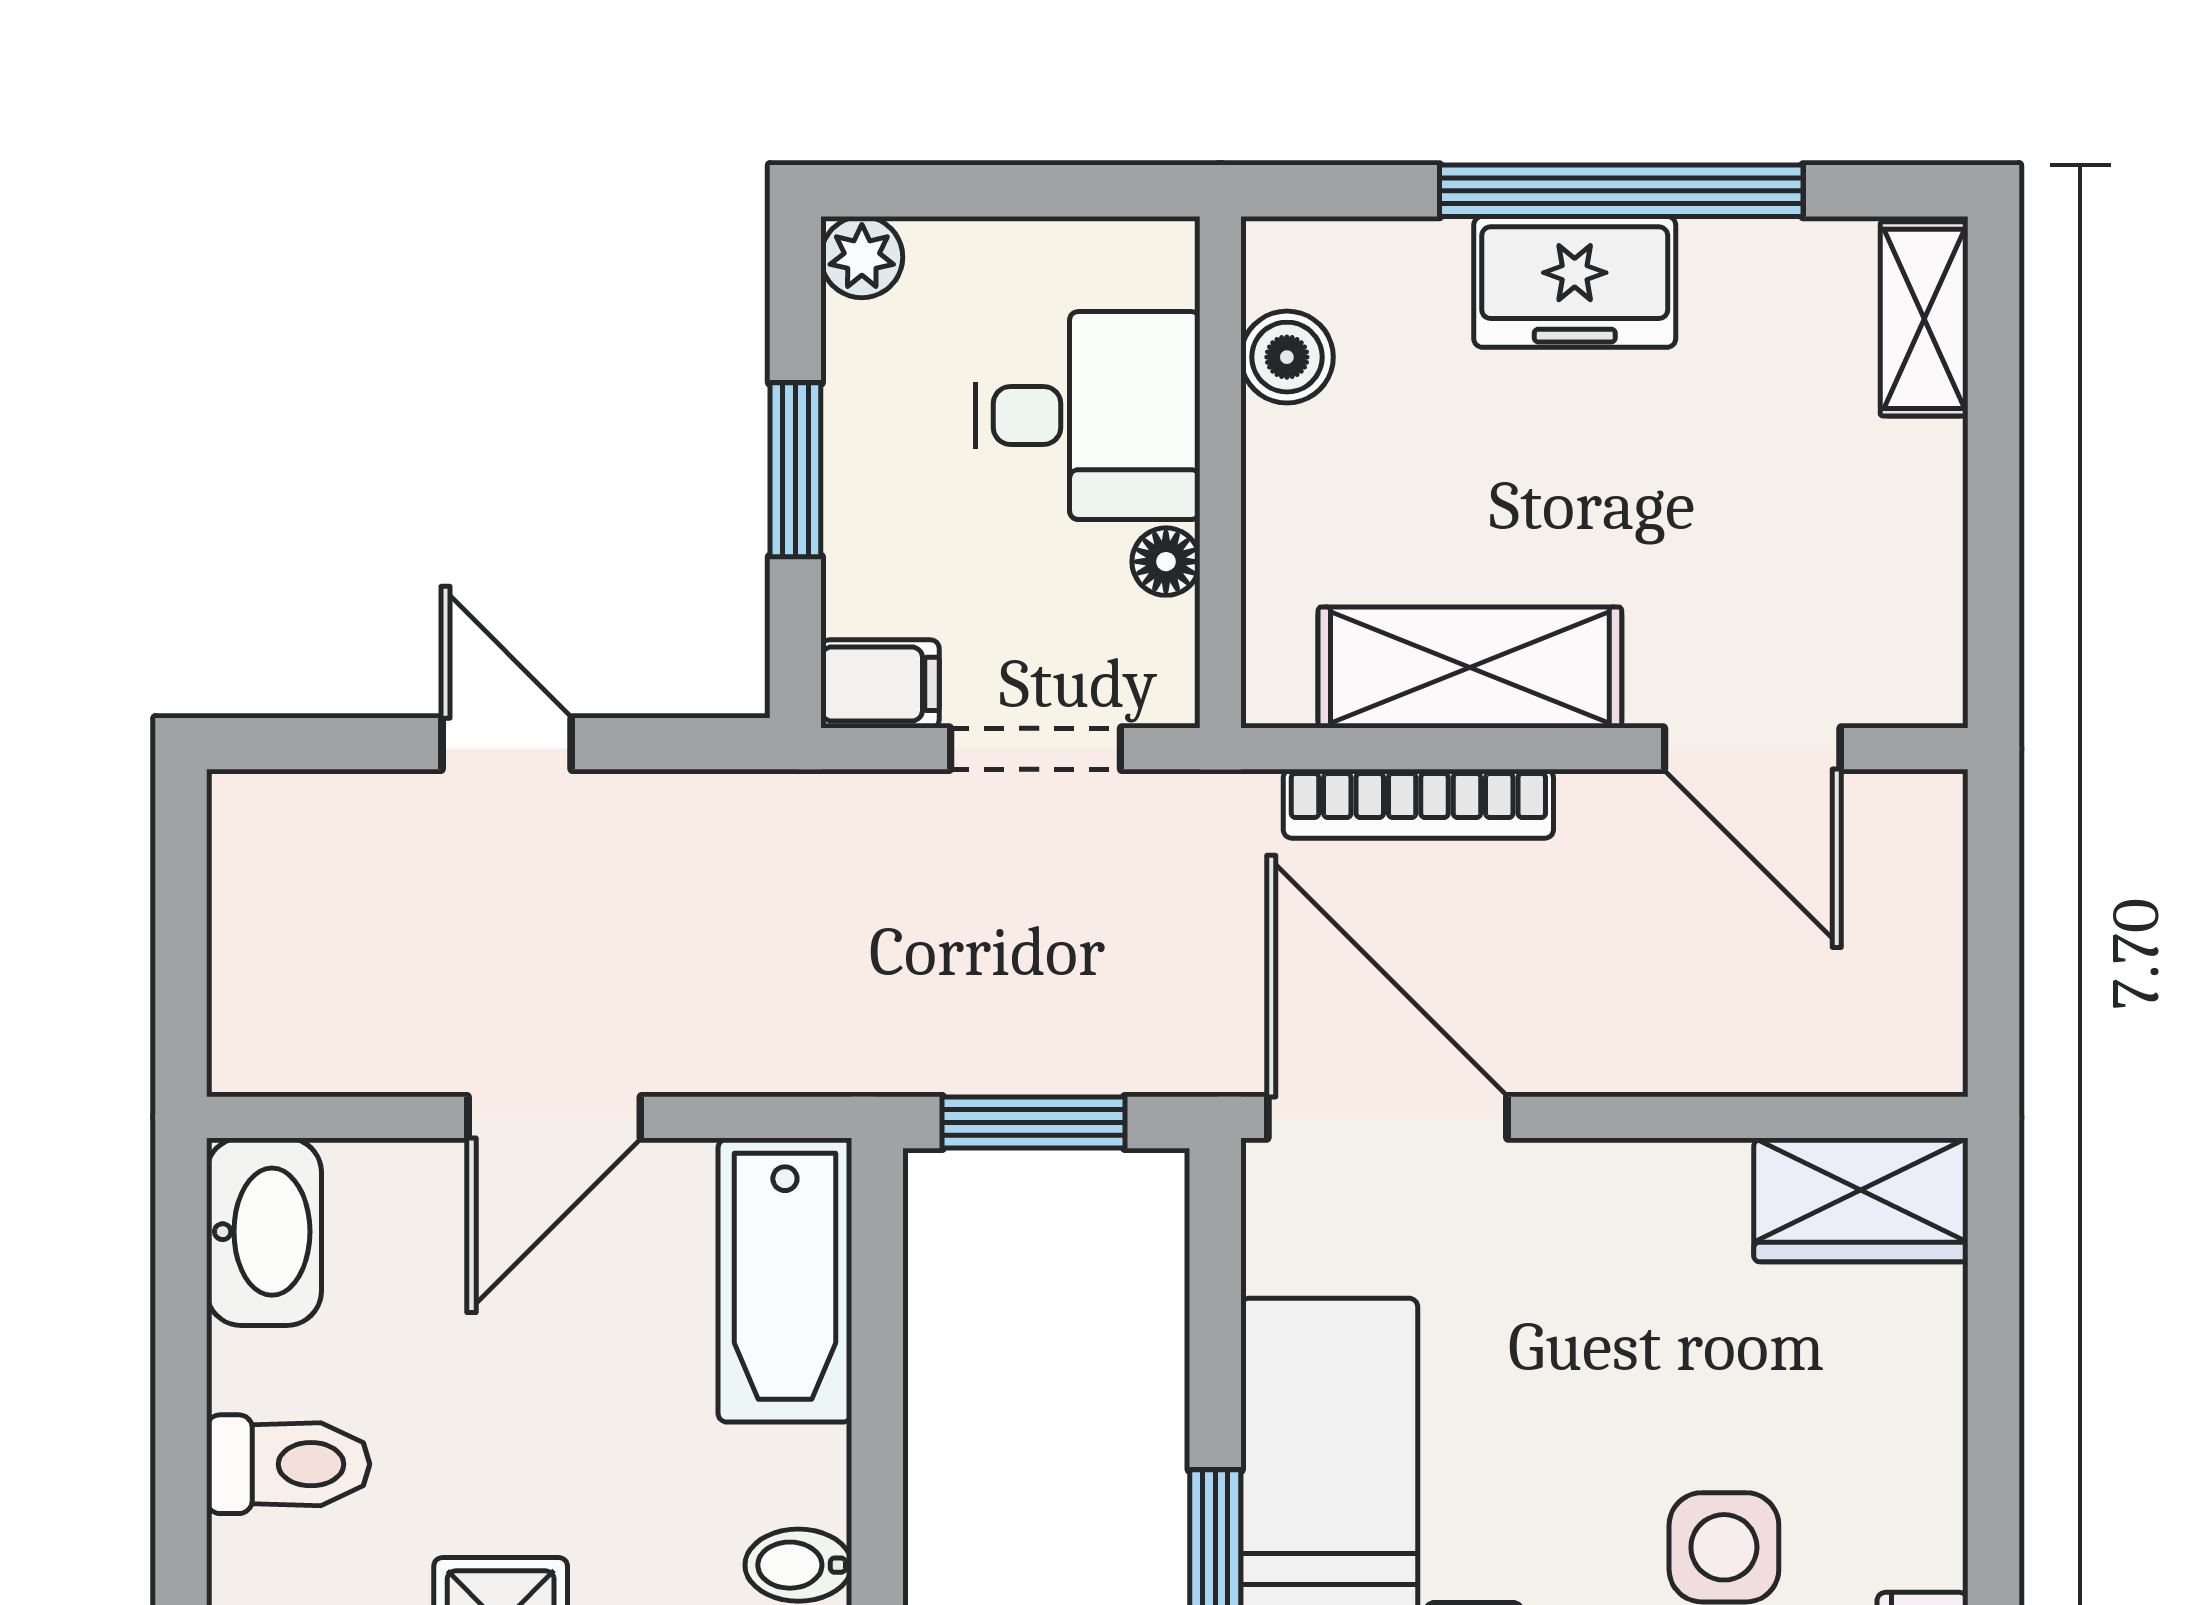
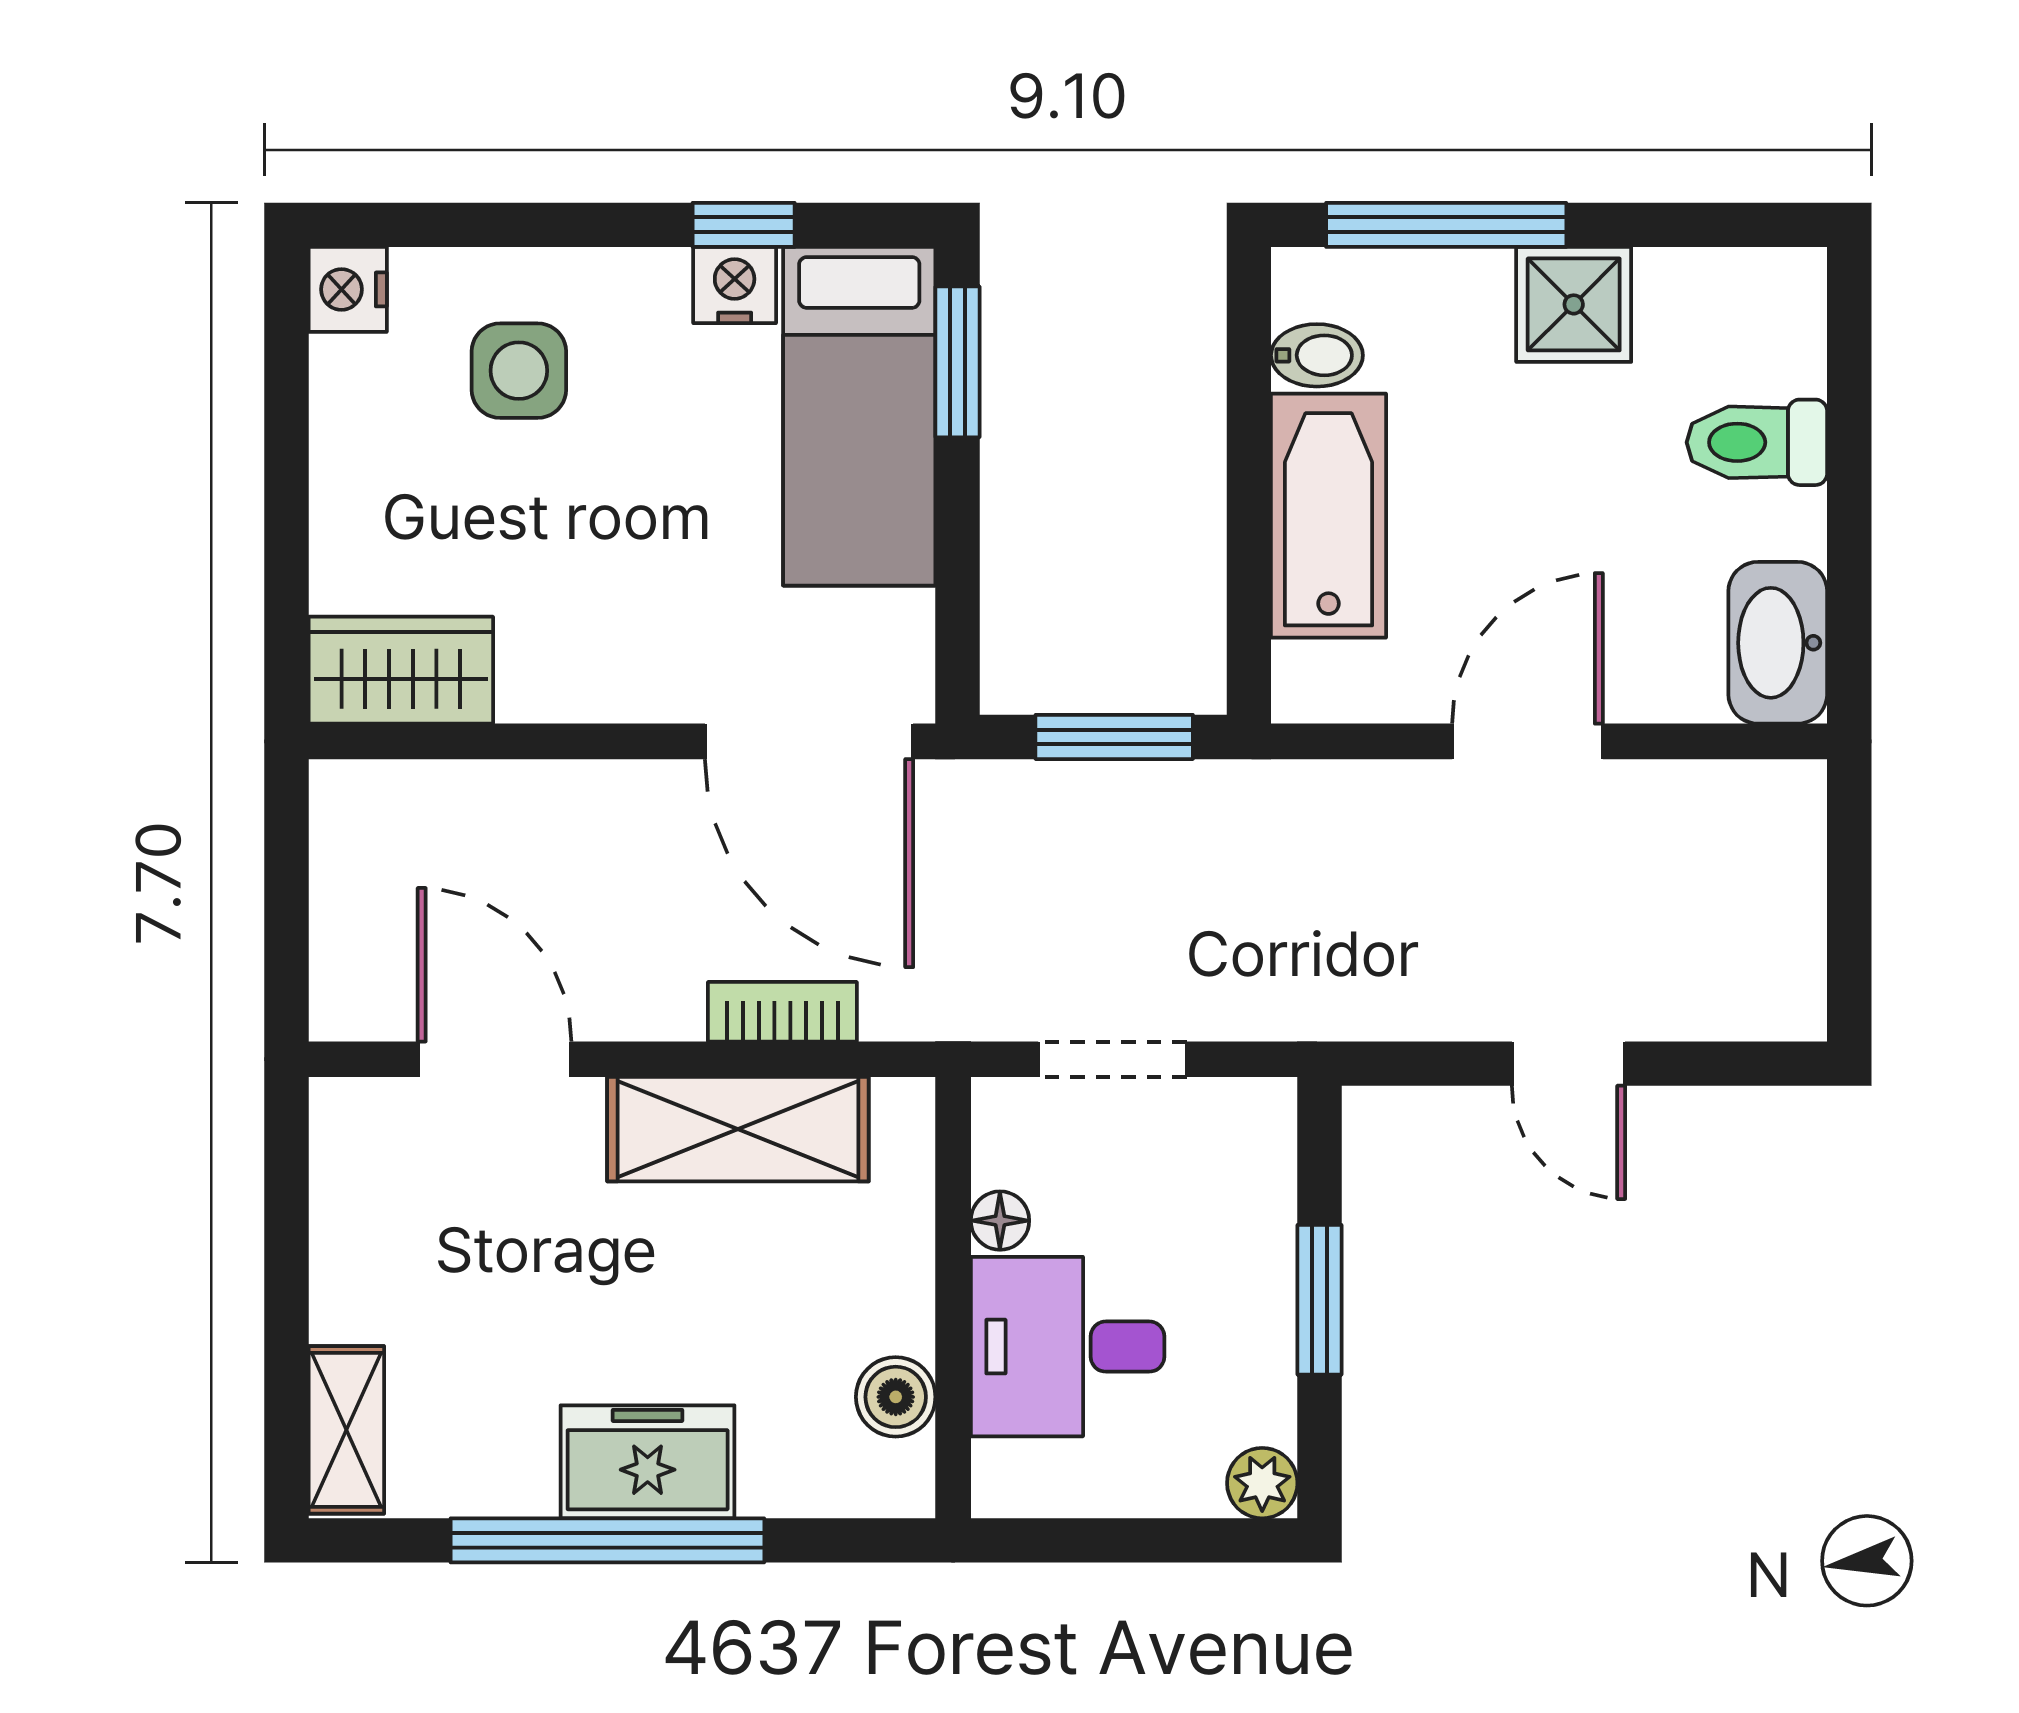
filing cabinet: (880, 684) -> (1247, 1115), removed
bookcase: (1418, 804) -> (782, 1012), width x0.64
bathtub: (785, 1281) -> (1328, 516), moved

